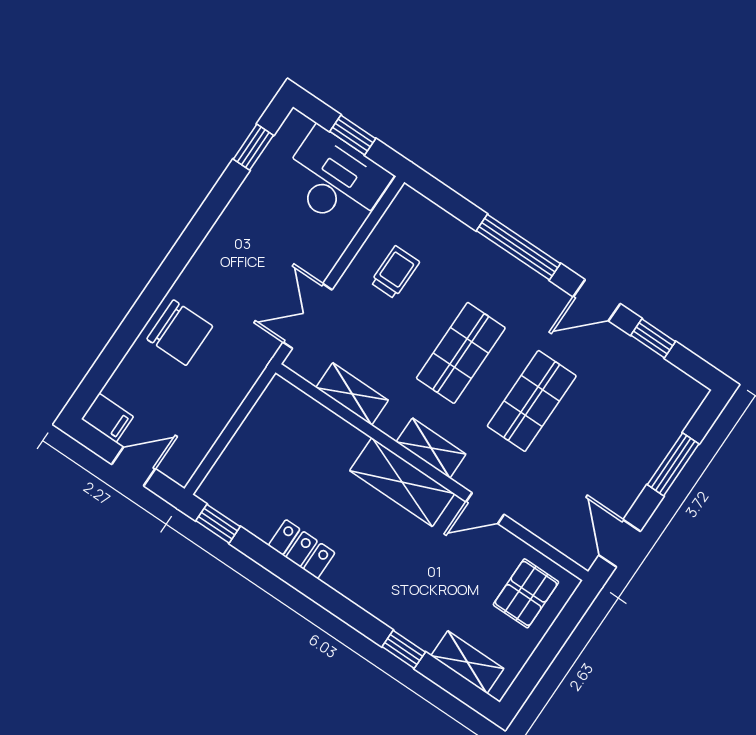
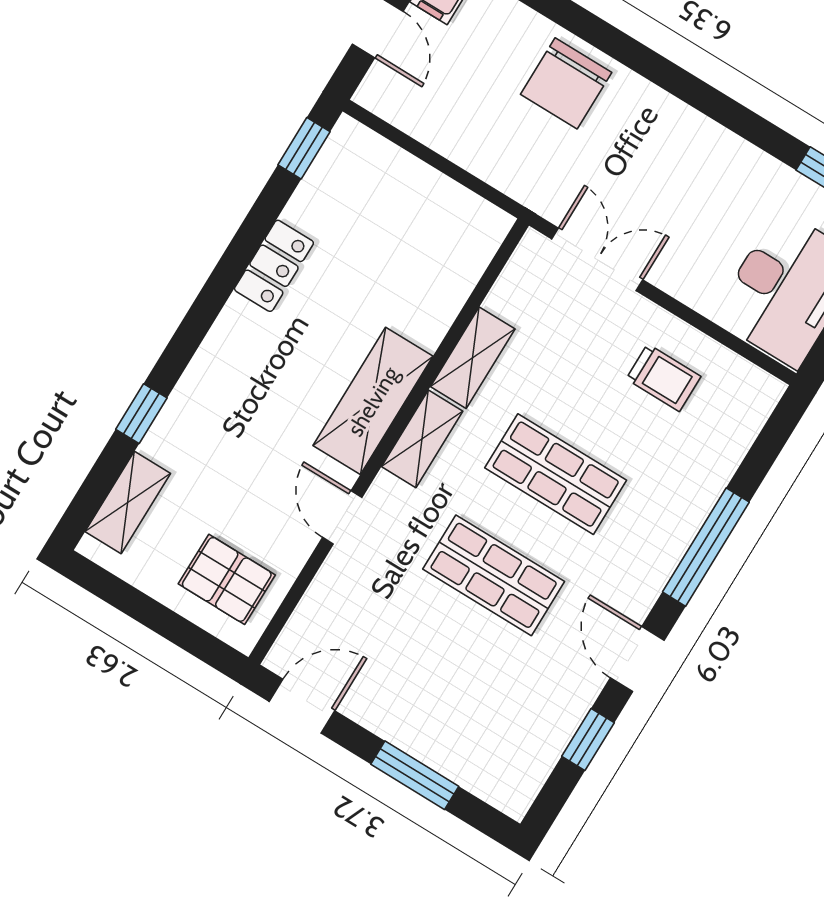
shelving: (352, 394) -> (473, 358), moved

